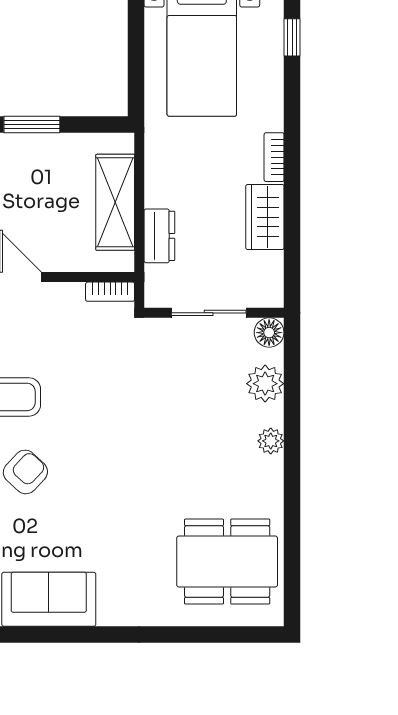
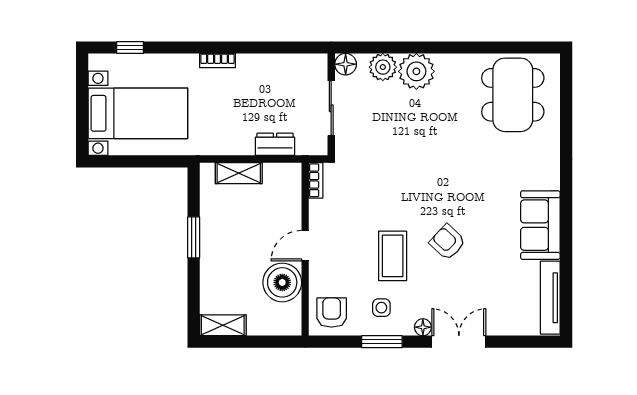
shelving: (115, 202) -> (239, 173), width x0.67, depth x0.75
wardrobe: (265, 217) -> (261, 67), removed
plant: (271, 441) -> (416, 71), width x1.88, depth x1.88

